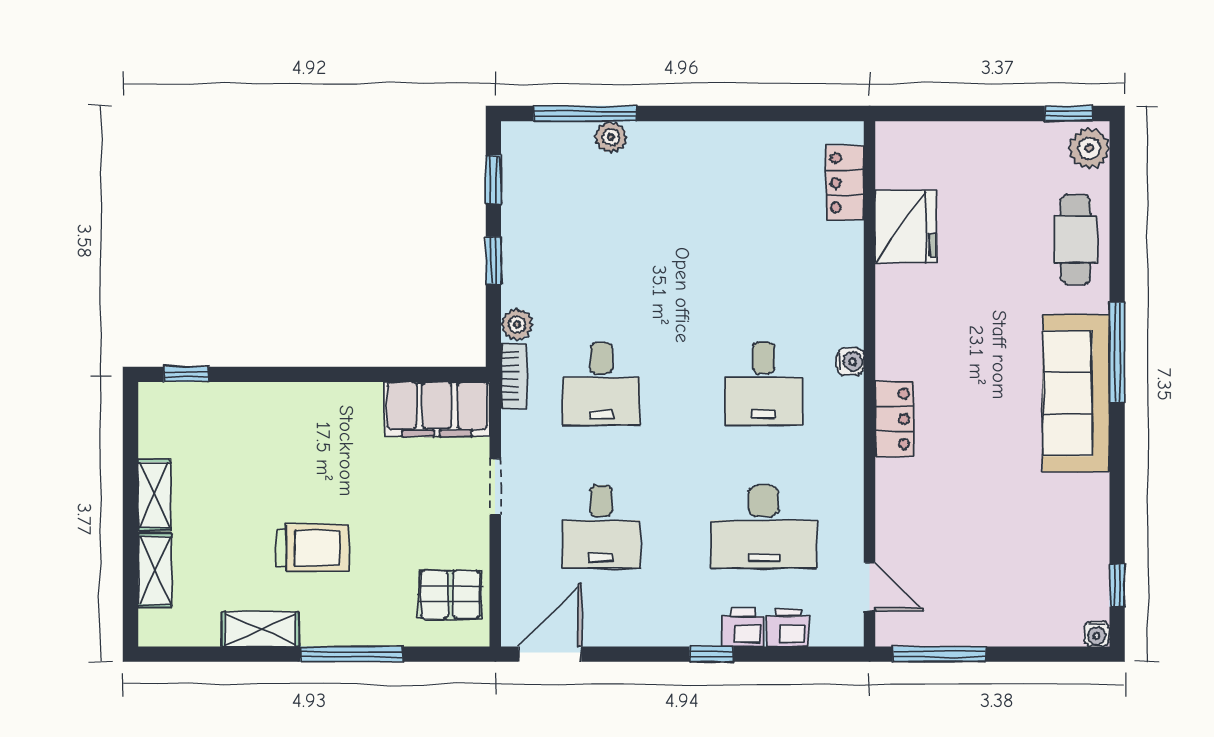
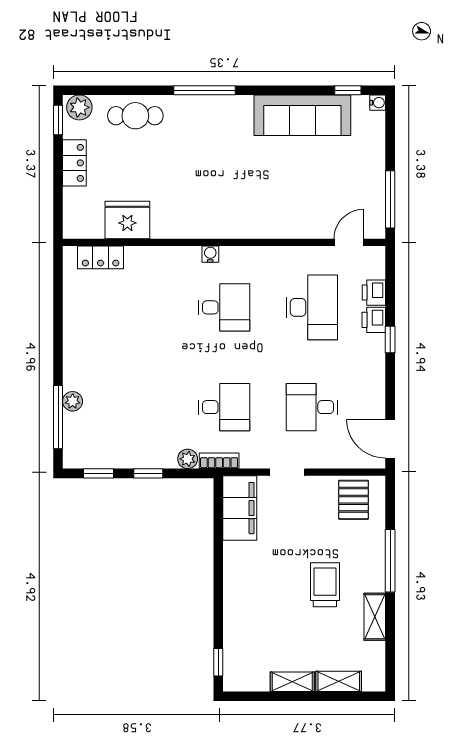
sofa: (1076, 393) -> (302, 115), moved
locker: (894, 419) -> (74, 163), moved, turned 90
desk: (601, 527) -> (312, 407), turned 180

